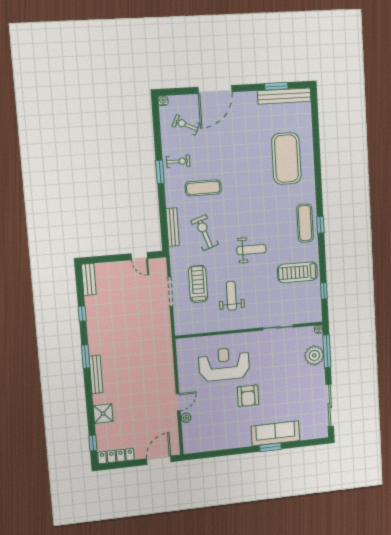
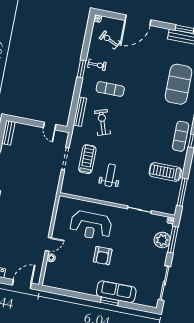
weight bench: (251, 250) -> (134, 145), removed
window: (324, 291) -> (182, 192), width x2.17
reception desk: (224, 364) -> (91, 225), turned 180

